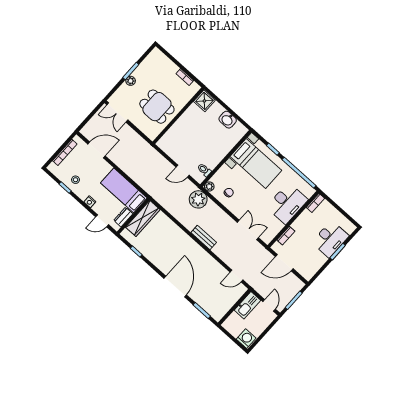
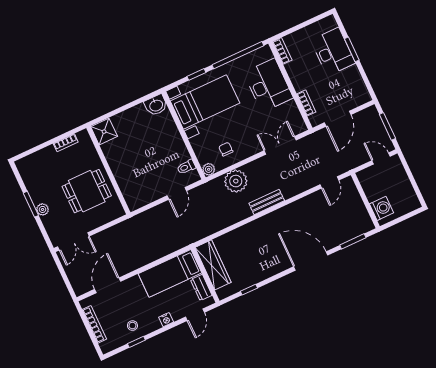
washbasin: (228, 120) -> (156, 105), moved
plant: (198, 199) -> (236, 181), moved
kitchen sink: (247, 305) -> (370, 184), removed
washing machine: (246, 339) -> (382, 208), moved, turned 90

